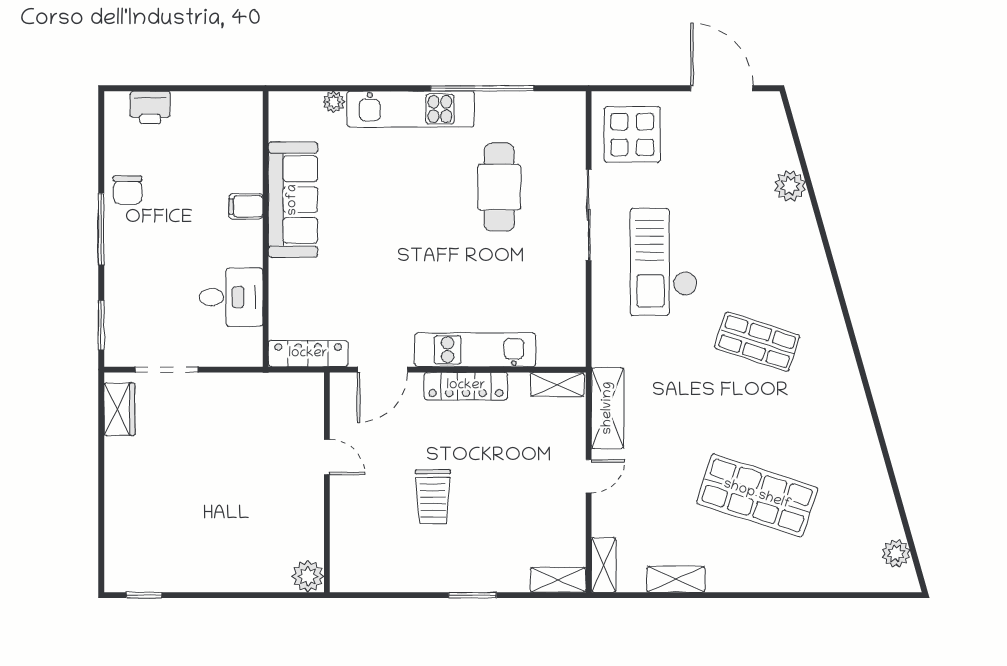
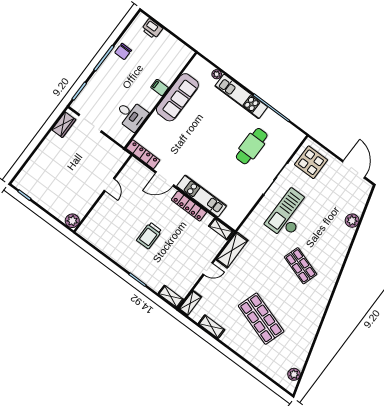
door: (327, 457) -> (109, 185), moved
wall: (327, 482) -> (103, 193), moved
plant: (308, 576) -> (72, 221), moved

